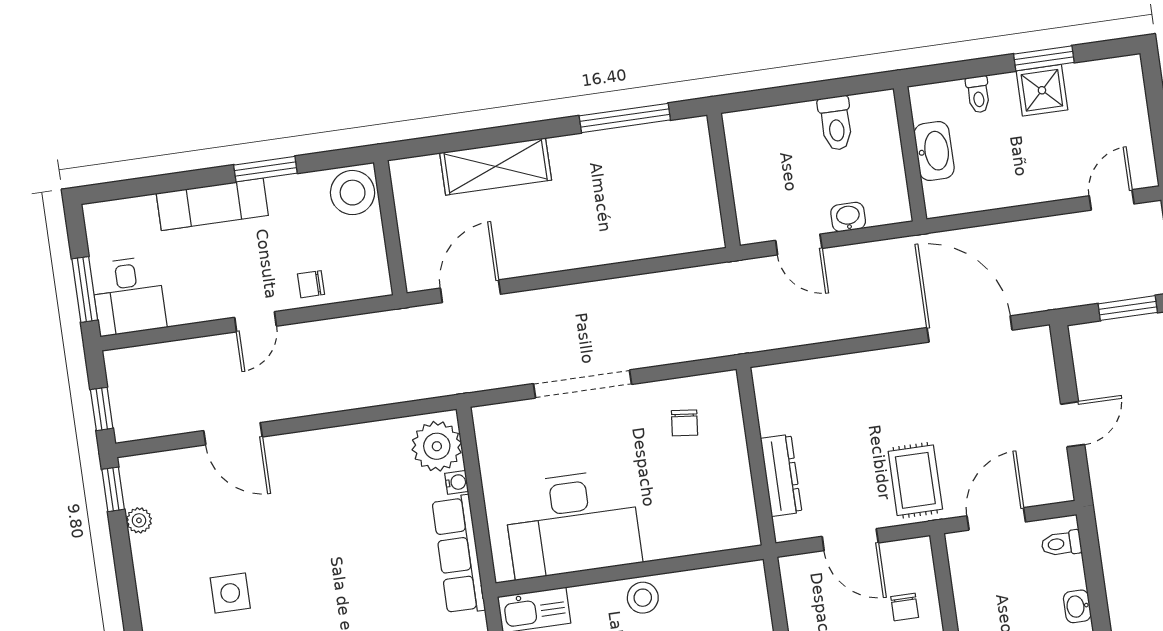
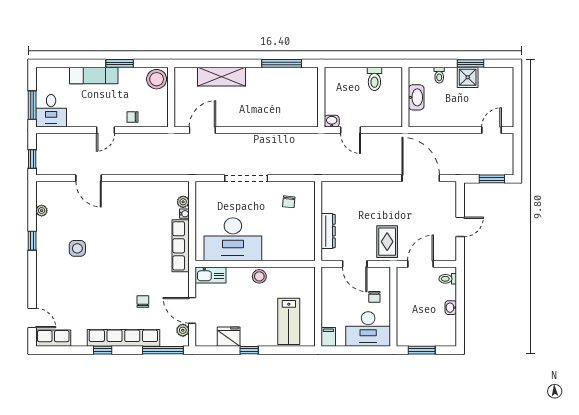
washbasin: (848, 217) -> (332, 121), moved
plant: (437, 446) -> (183, 202), width x0.53, depth x0.53
window: (113, 489) -> (32, 241), moved

